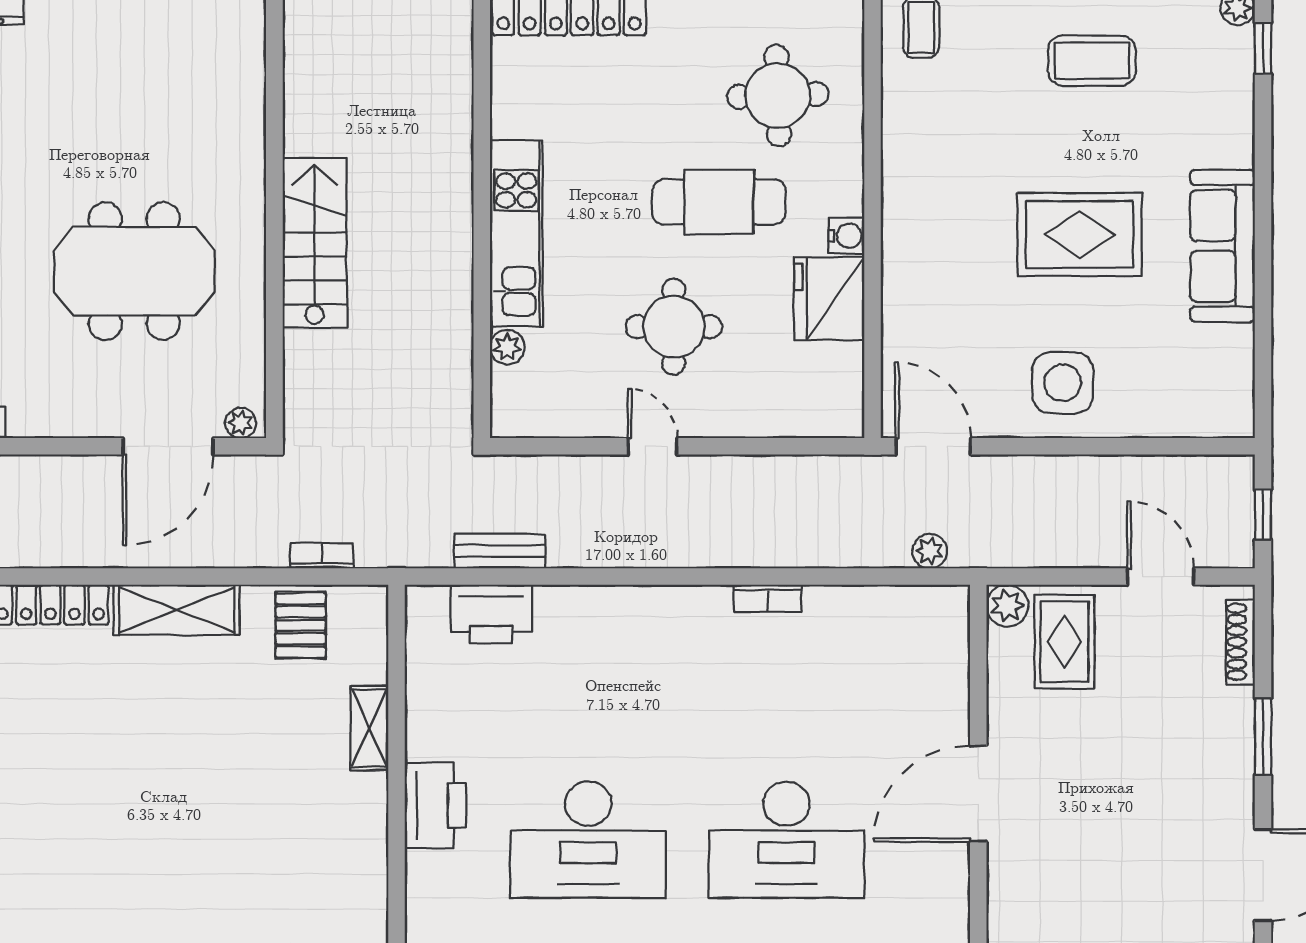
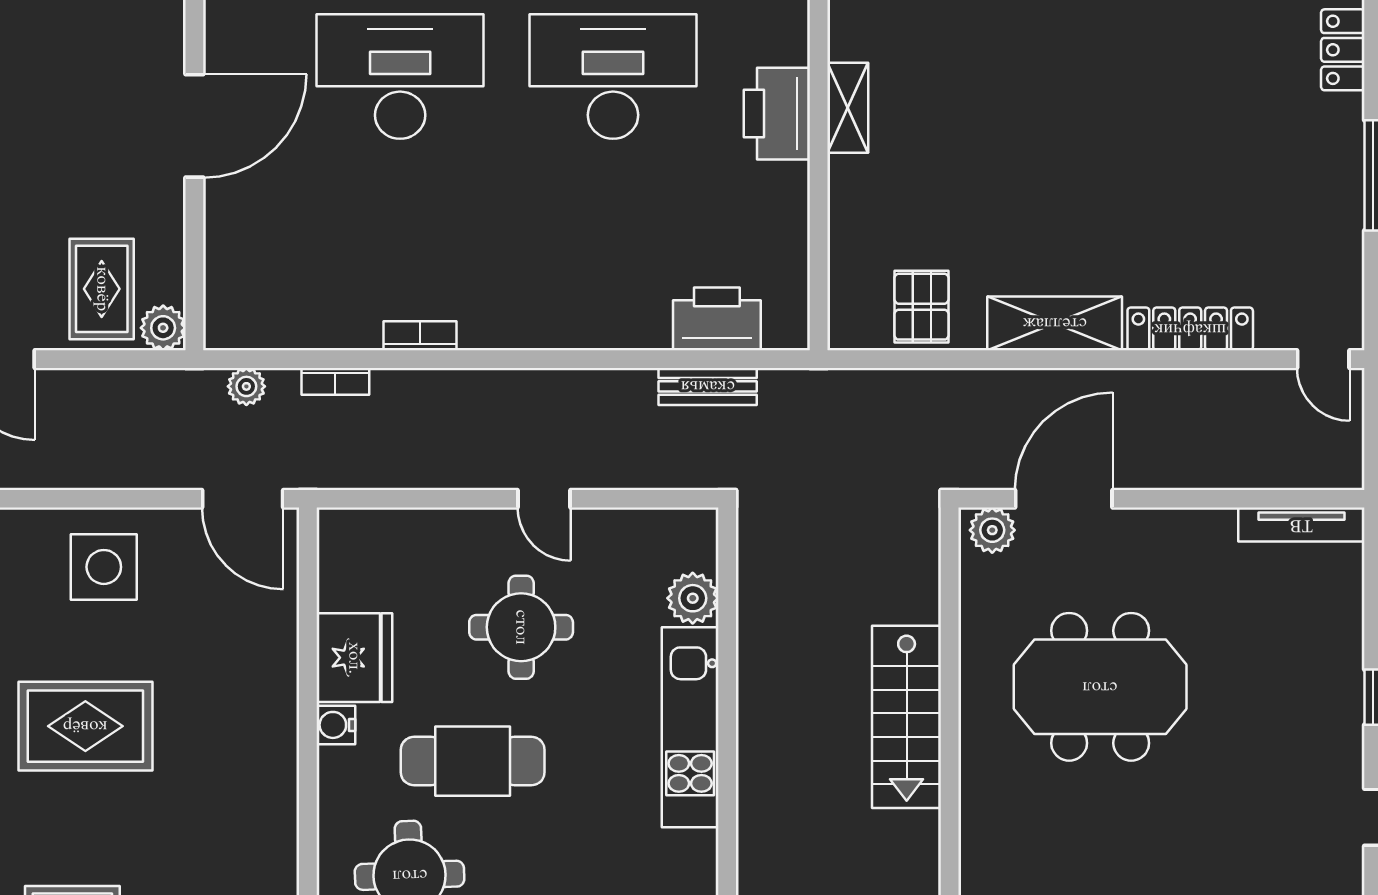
plant: (507, 347) -> (693, 598), width x1.38, depth x1.38
plant: (240, 423) -> (992, 530), width x1.38, depth x1.38
bookcase: (322, 556) -> (335, 381), moved
shelving: (369, 728) -> (848, 108), moved

